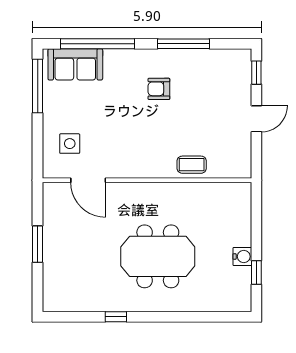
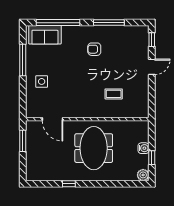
window: (38, 86) -> (23, 60), moved
door: (88, 180) -> (52, 119), moved
wall: (147, 180) -> (87, 119), moved
meeting table: (158, 256) -> (94, 148), turned 90
plant: (242, 302) -> (143, 175), added

